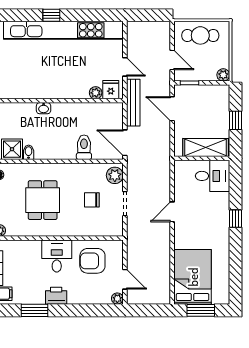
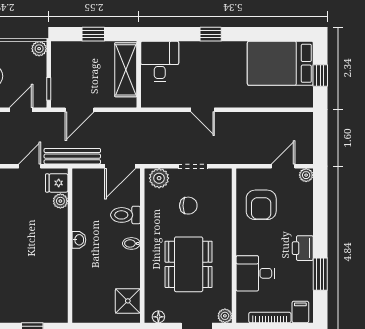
washbasin: (44, 108) -> (79, 240), moved
bidet: (29, 152) -> (131, 243), moved
dining table: (43, 200) -> (189, 264), width x1.38
chair: (92, 200) -> (188, 206), turned -90
desk: (57, 256) -> (255, 273), moved
bed: (193, 277) -> (280, 63), moved
window: (201, 310) -> (320, 75), width x0.67

